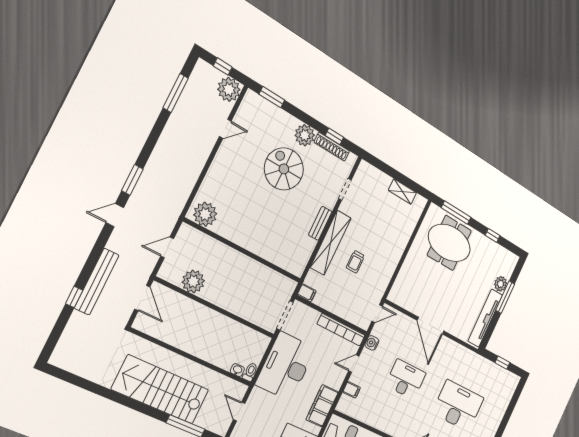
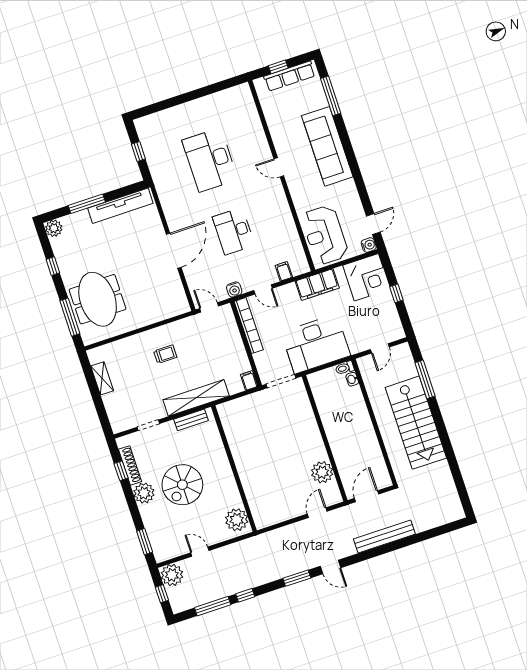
plant: (205, 214) -> (237, 520), moved
door: (167, 247) -> (317, 513), swing flipped
wall: (243, 251) -> (234, 469), moved
trolley: (355, 262) -> (165, 354), moved
plant: (501, 284) -> (54, 228), moved
window: (74, 297) -> (245, 595), moved

